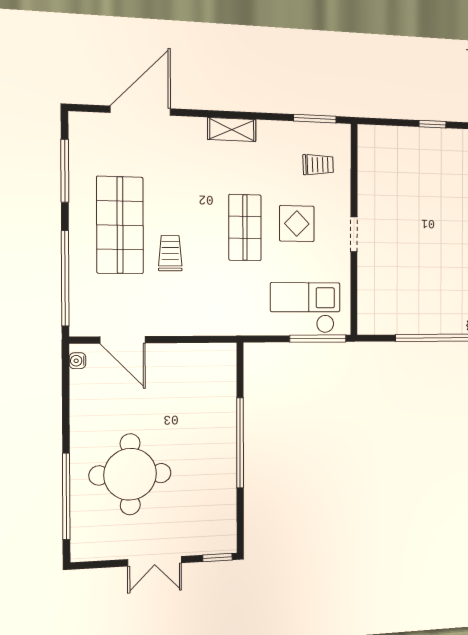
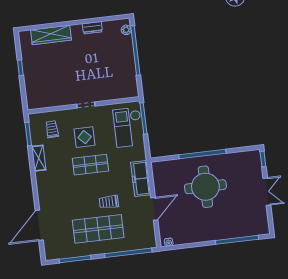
door: (140, 111) -> (39, 225), hinge flipped
shelving: (232, 130) -> (39, 158), moved
freezer: (208, 320) -> (141, 179), added
door: (123, 340) -> (154, 209), moved
round table: (130, 474) -> (205, 187), moved

